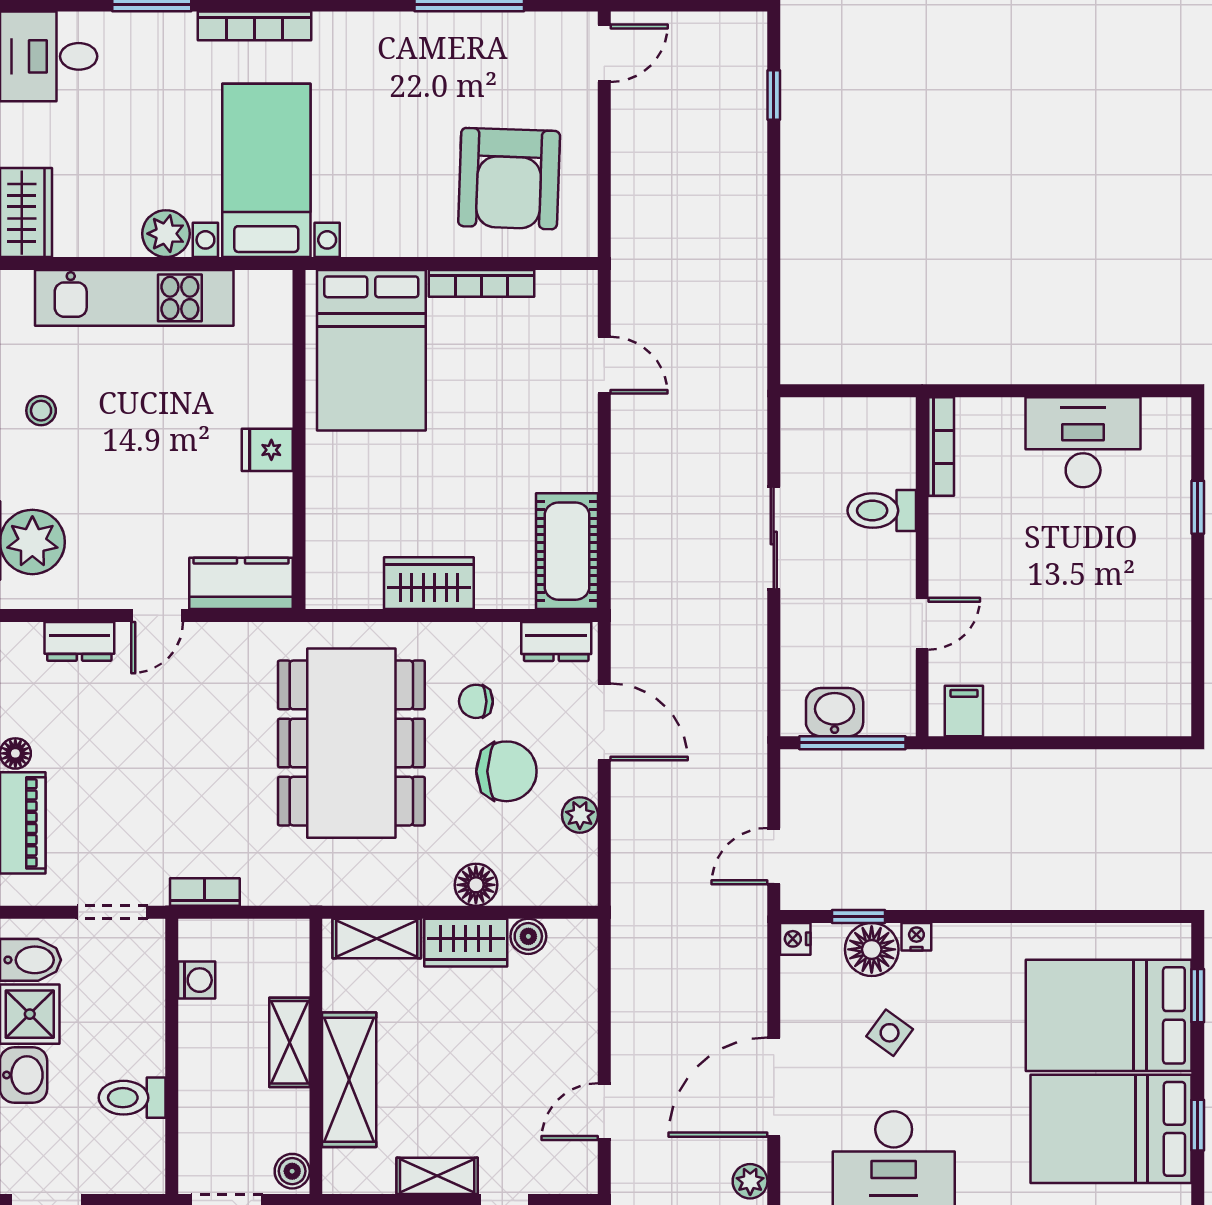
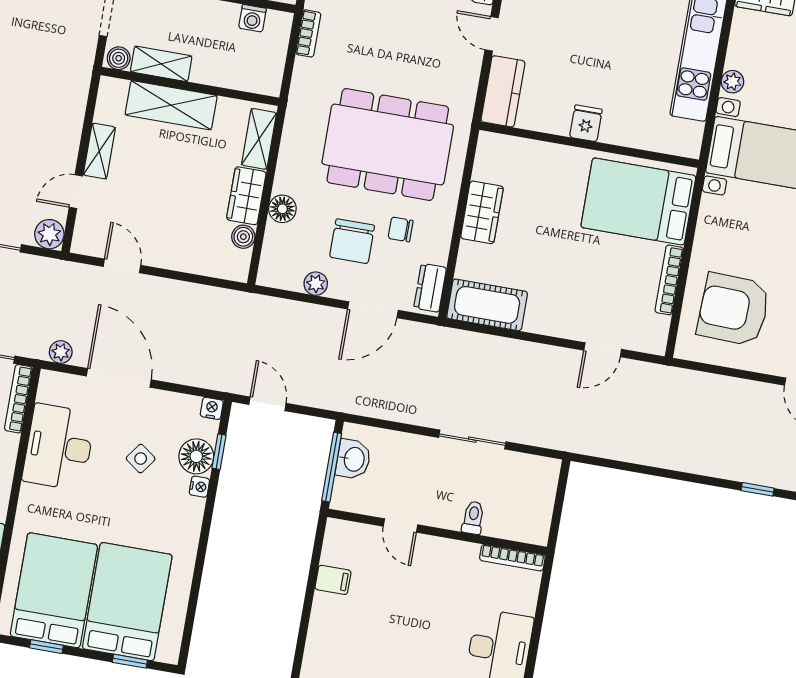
plant: (166, 234) -> (732, 82), width x0.73, depth x0.73
toilet: (882, 511) -> (473, 518), width x0.73, depth x0.72
chair: (476, 701) -> (401, 229), turned -90
filing cabinet: (964, 711) -> (333, 580), moved
shelving: (289, 1042) -> (161, 64), moved

